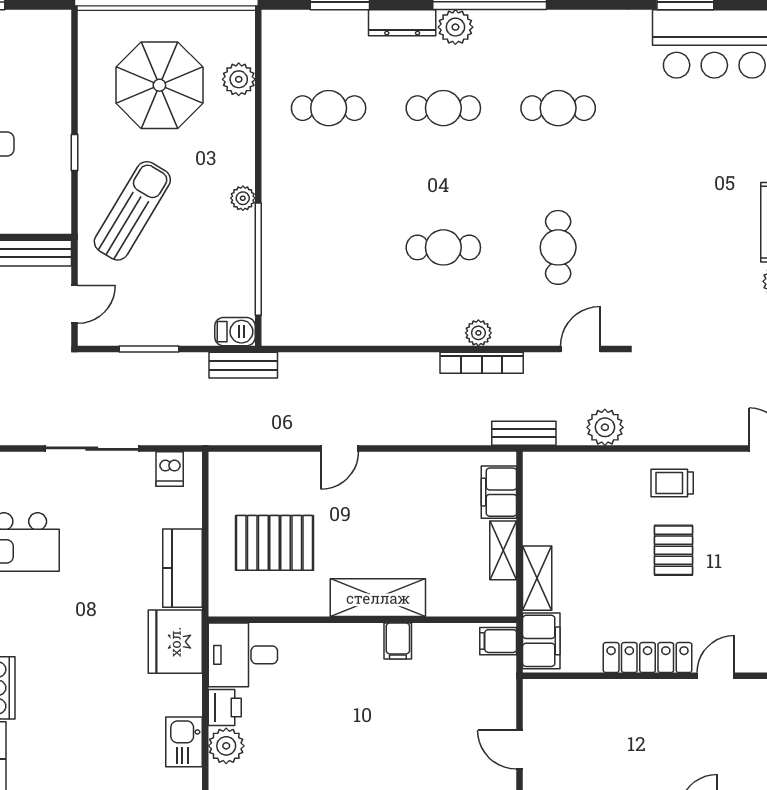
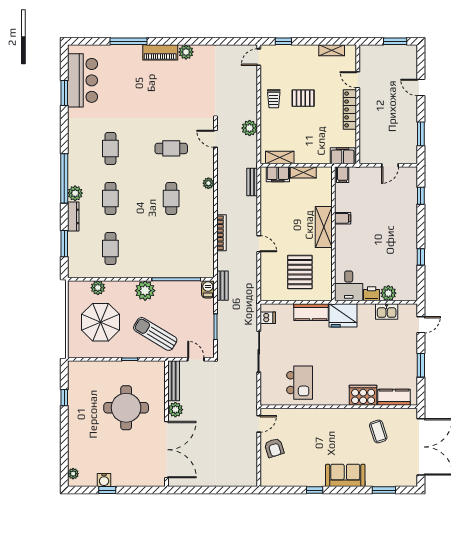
plant: (243, 198) -> (145, 291), width x1.88, depth x1.88
bookcase: (482, 363) -> (221, 233), moved
bench: (524, 433) -> (252, 182), moved
shelving: (537, 578) -> (280, 158), moved

